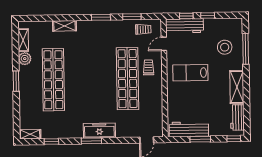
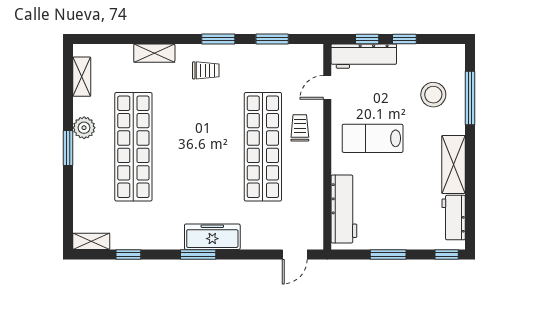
trolley: (143, 29) -> (206, 70), moved
plant: (25, 59) -> (84, 128), moved
workbench: (189, 129) -> (344, 209), moved, turned 90

